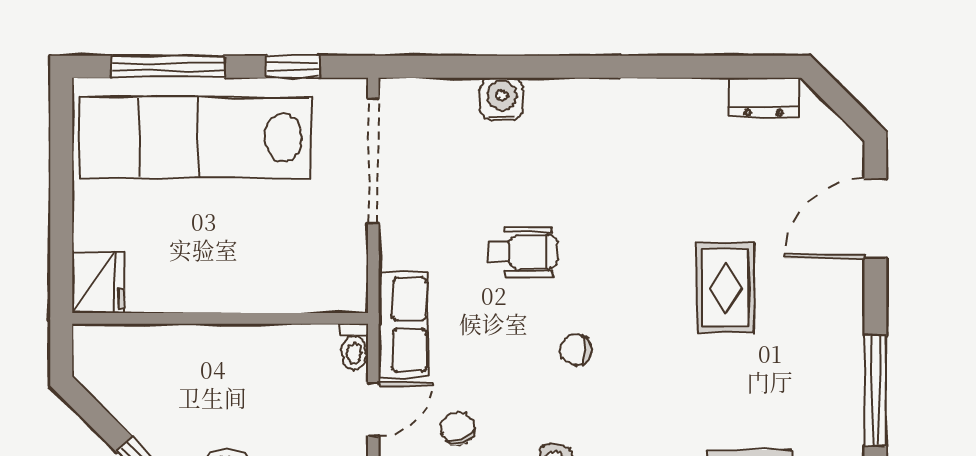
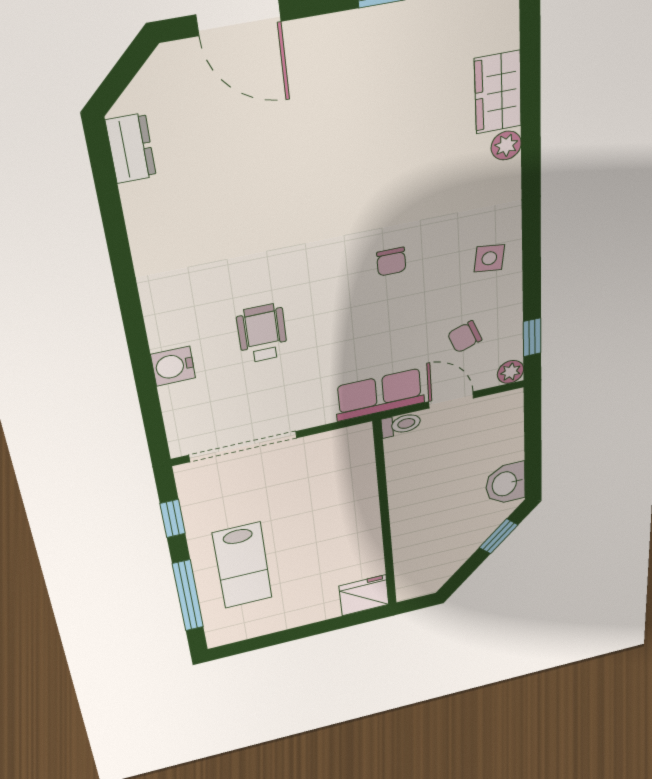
lab bench: (195, 138) -> (242, 566), width x0.54, depth x0.72
wheelchair: (523, 252) -> (262, 333), moved
rug: (725, 288) -> (324, 148), removed

